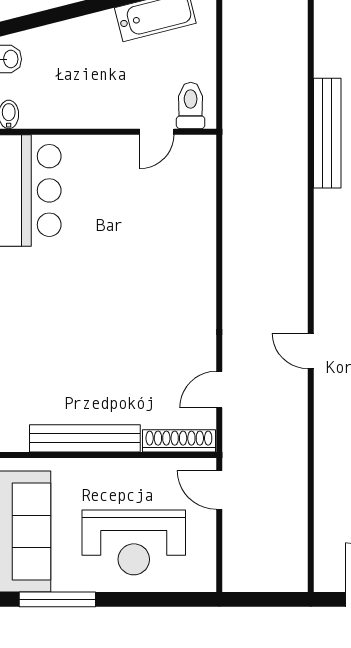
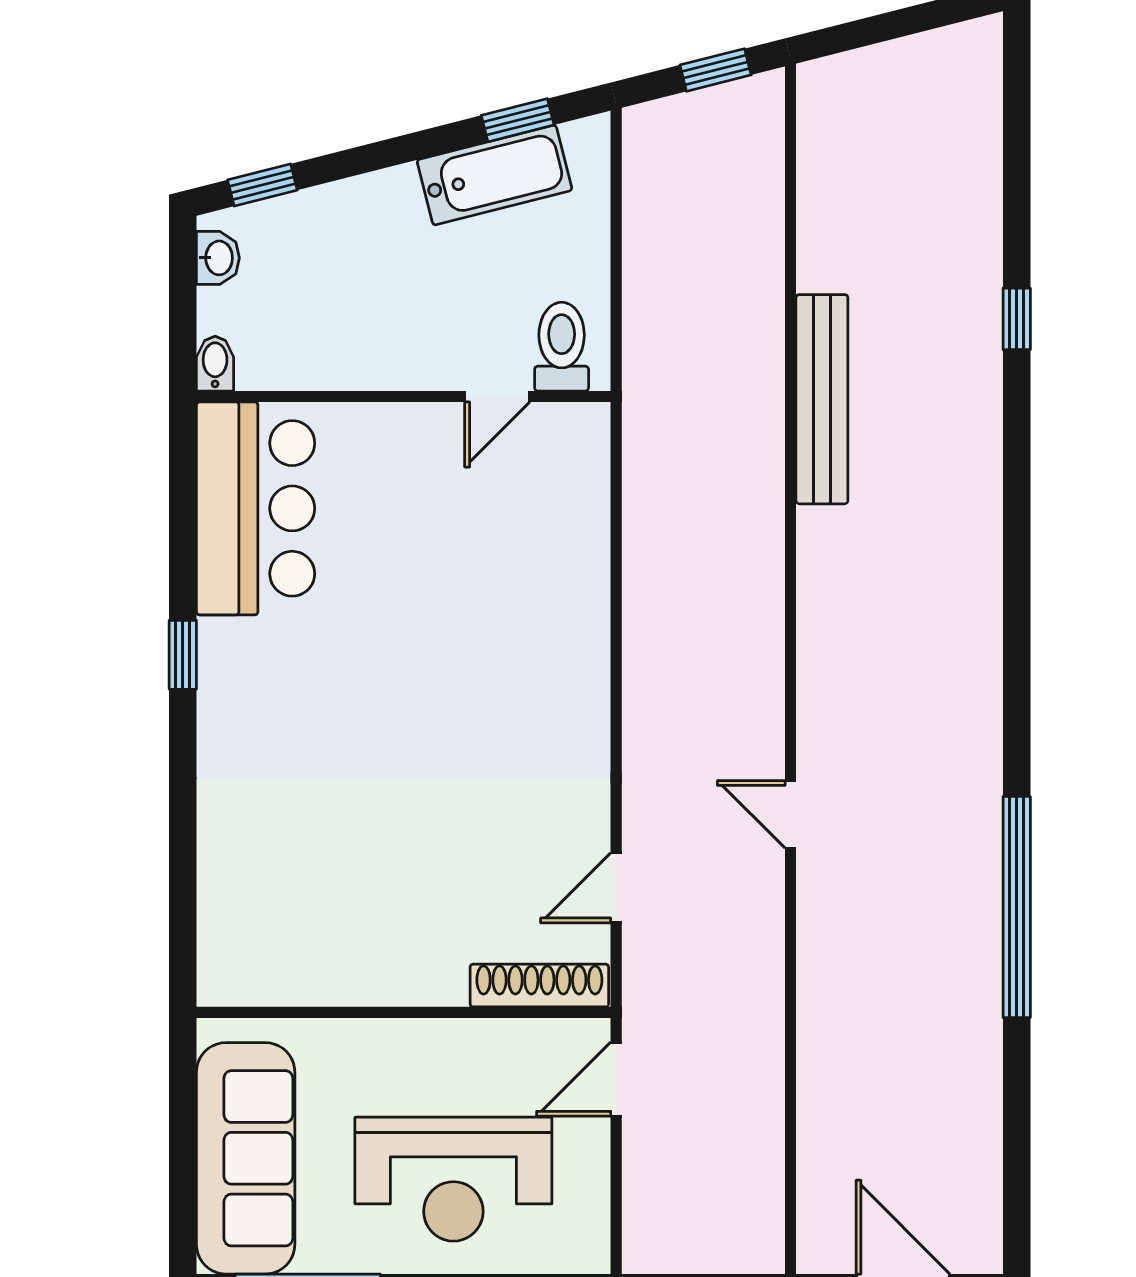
window: (34, 21) -> (262, 185), added
bench: (85, 438) -> (360, 981), removed
door: (219, 490) -> (616, 1079), hinge flipped

